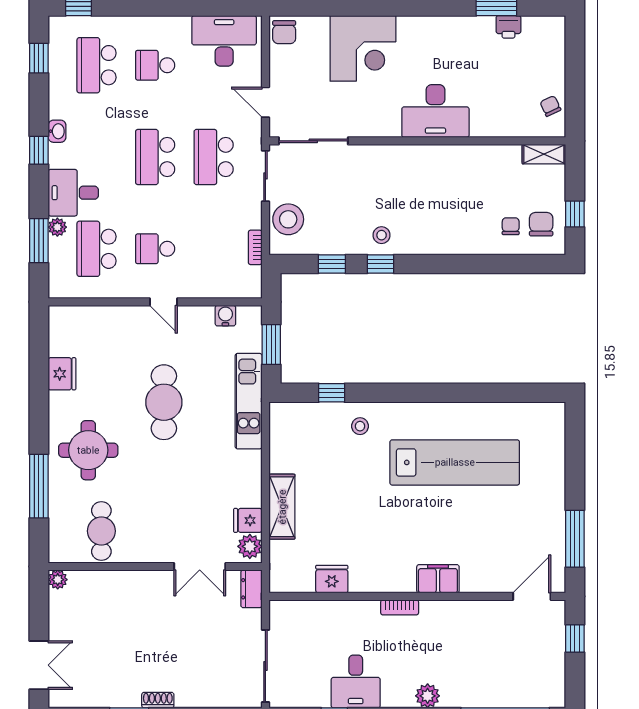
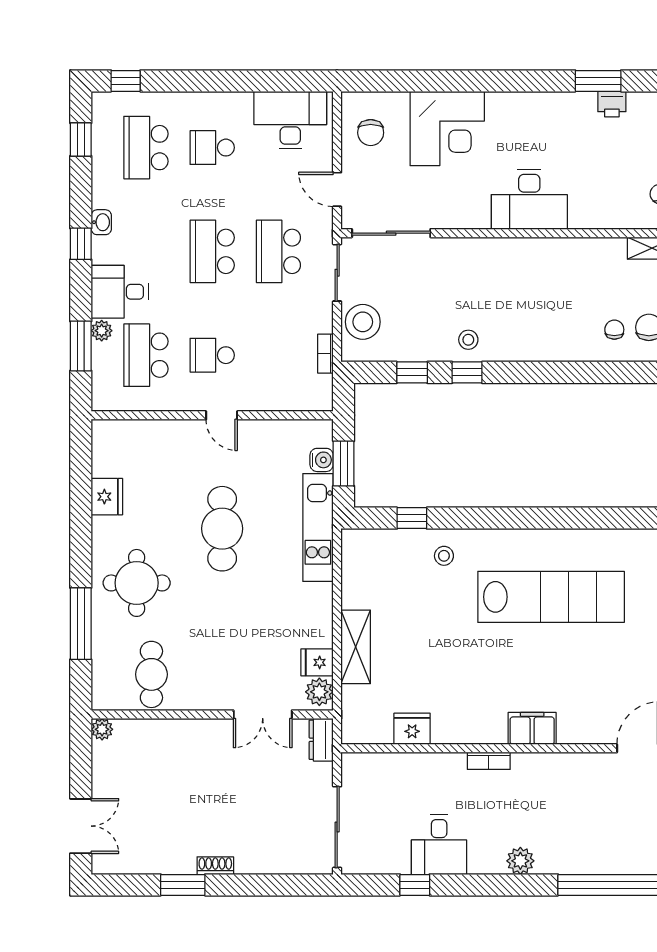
chair: (284, 32) -> (371, 133), moved
water cooler: (225, 316) -> (322, 460), moved, turned 90

